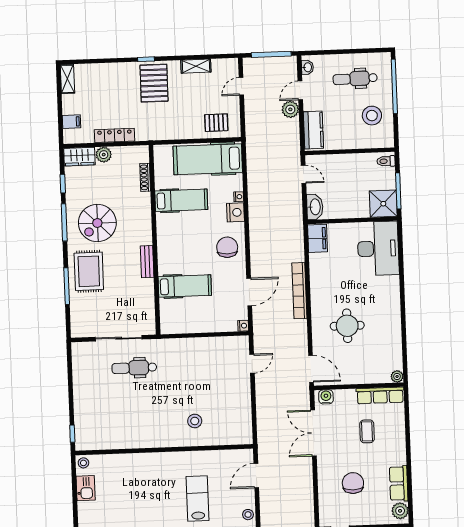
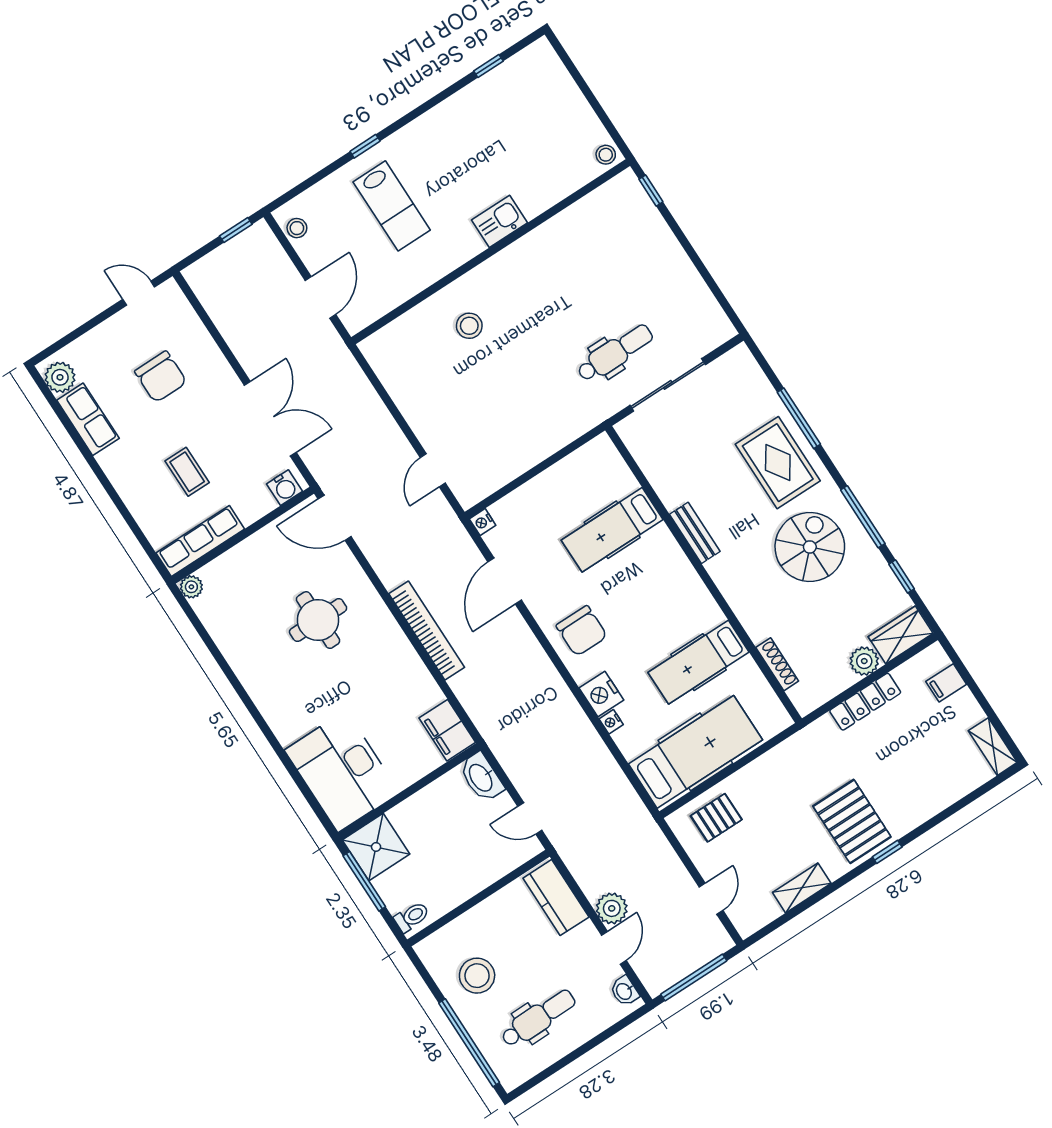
kitchen sink: (86, 488) -> (499, 221), moved, turned 90

